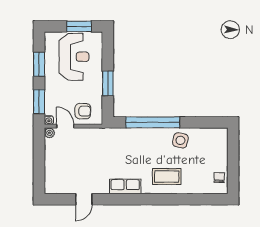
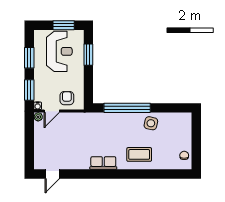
window: (108, 83) -> (88, 55), moved
armchair: (83, 111) -> (67, 98), turned -90
door: (65, 126) -> (52, 111), swing flipped
door: (84, 199) -> (52, 174), moved

